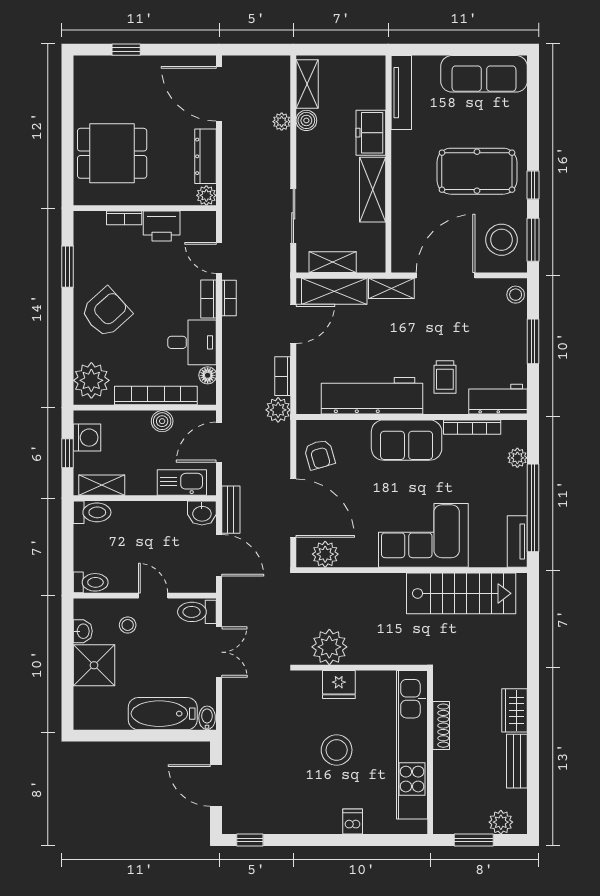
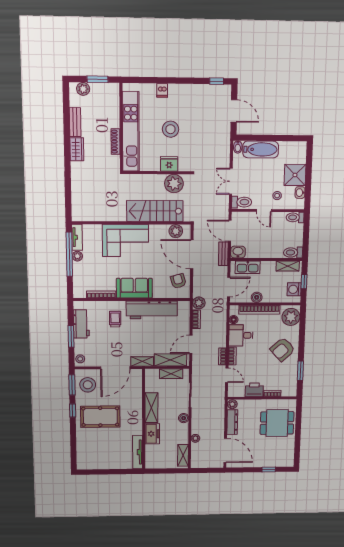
sofa: (484, 74) -> (97, 461), removed
boiler: (306, 120) -> (184, 418), moved
workbench: (498, 399) -> (81, 324), moved, turned -90
plant: (517, 458) -> (77, 256), moved
stairs: (461, 593) -> (155, 211), moved

